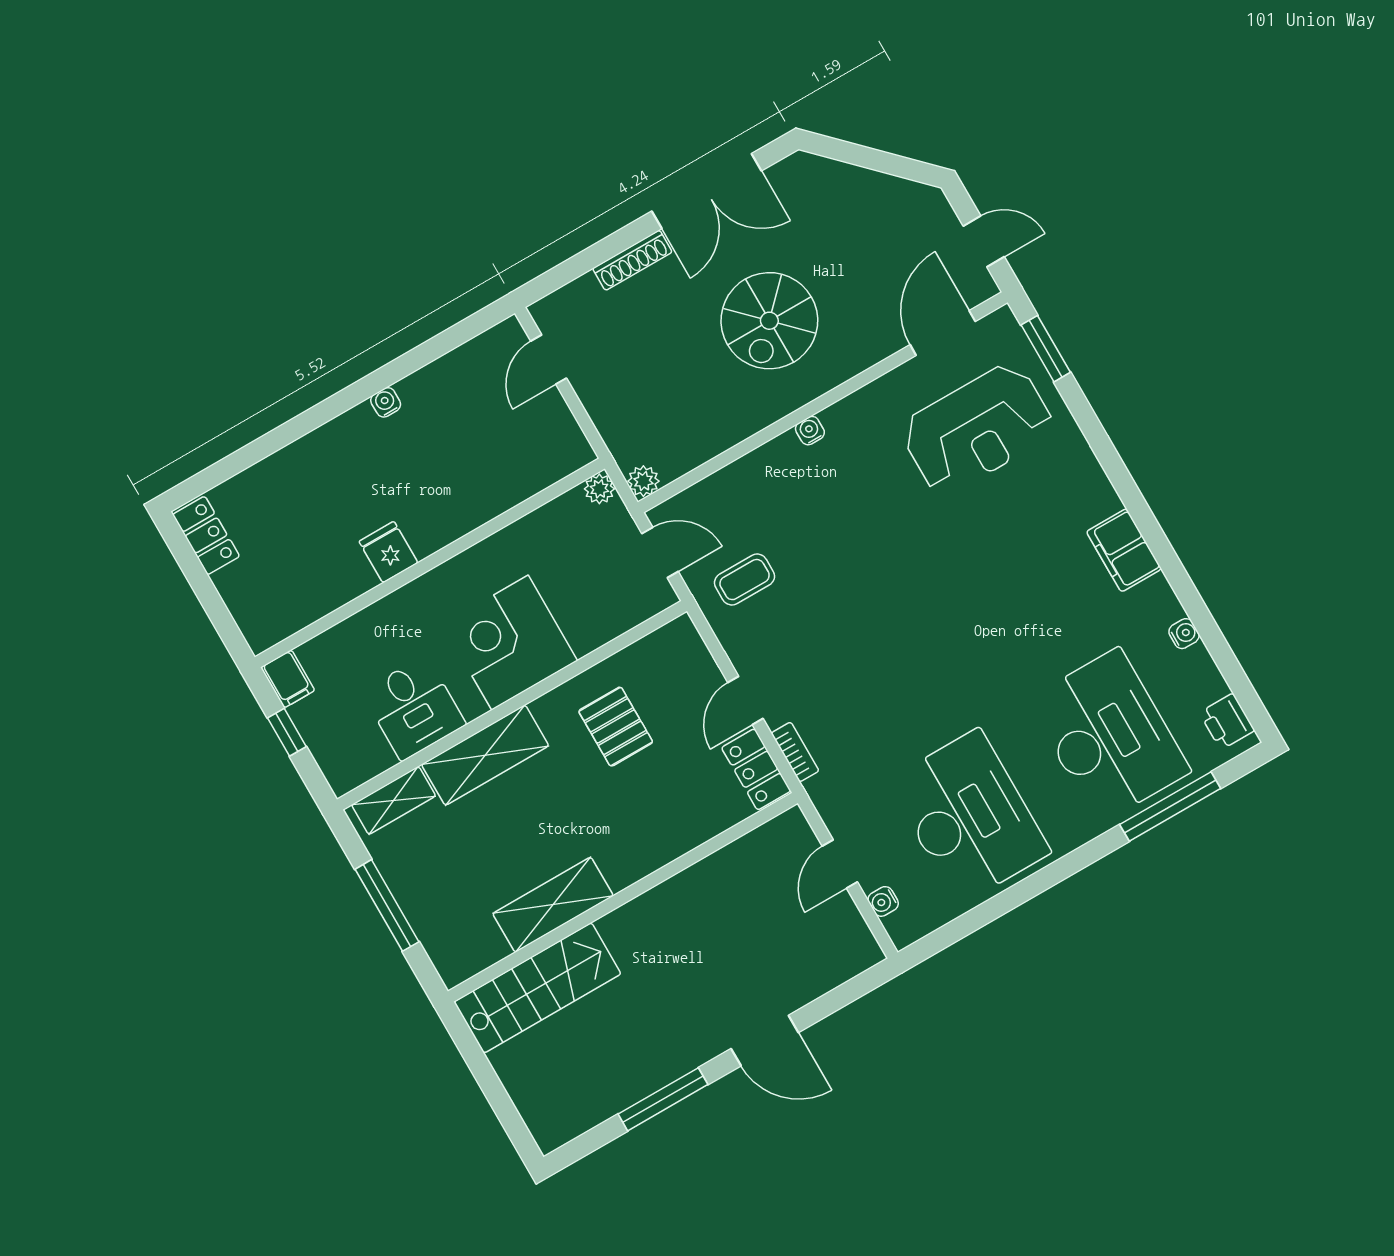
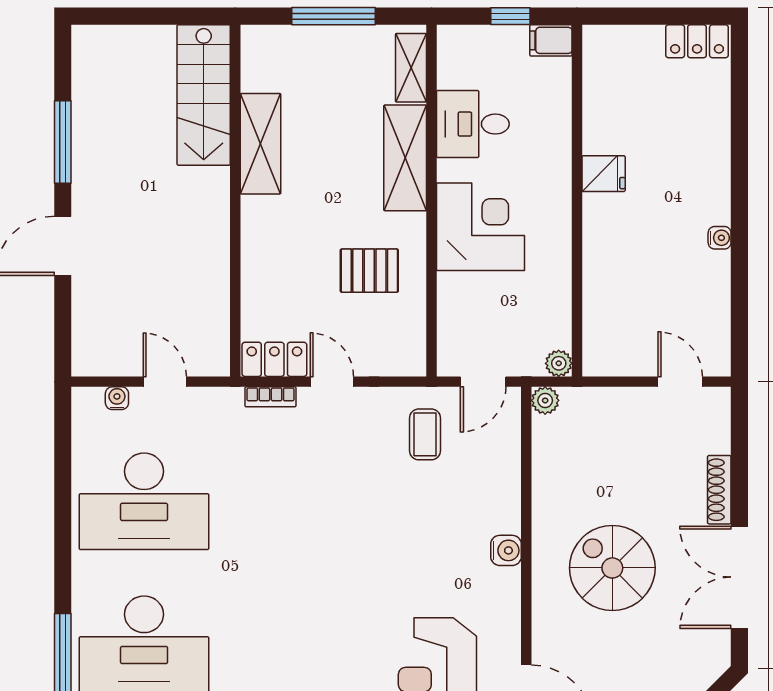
water cooler: (810, 431) -> (506, 550), width x1.38, depth x1.38

